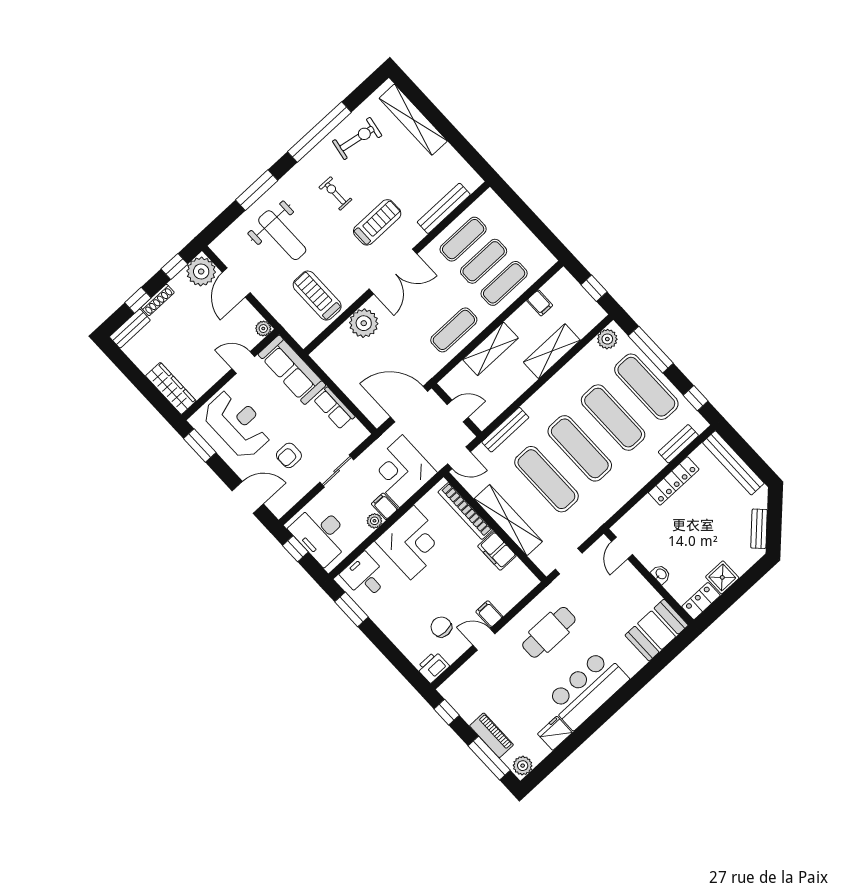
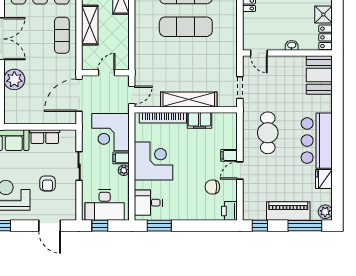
bench: (505, 430) -> (140, 57), removed
exercise mat: (546, 479) -> (186, 59), removed
door: (248, 497) -> (50, 226), swing flipped
piano: (491, 735) -> (288, 211), width x1.37, depth x1.33

